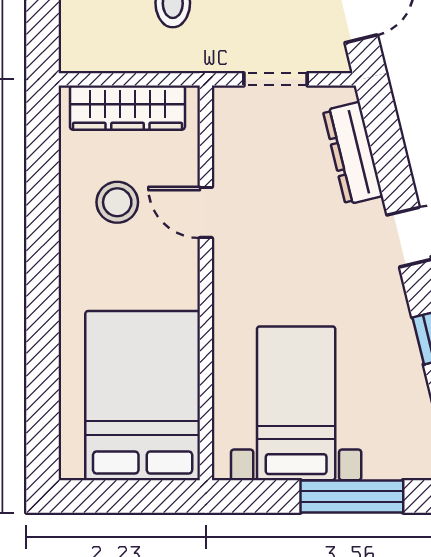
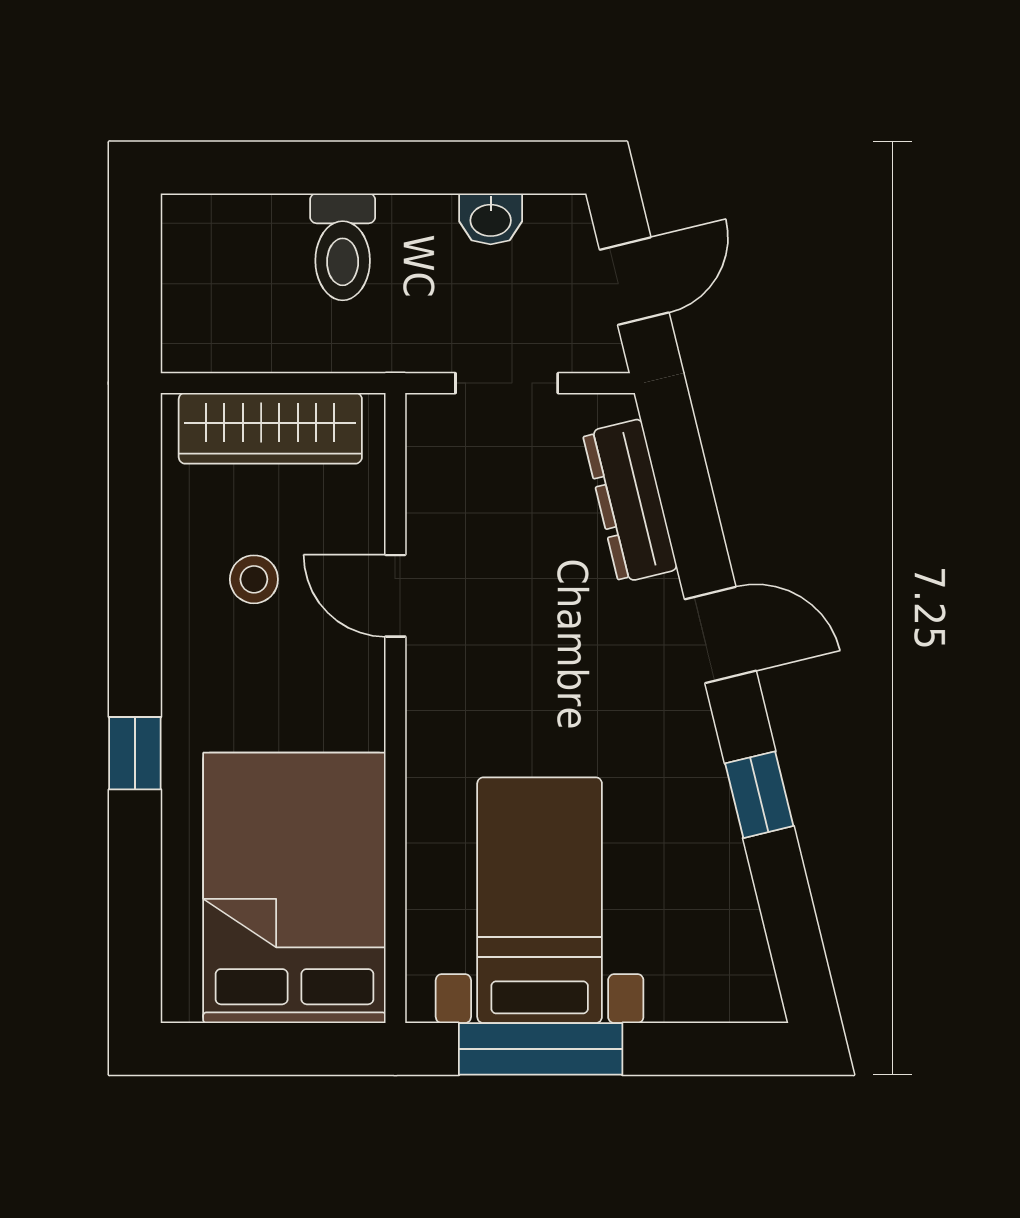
stool: (117, 202) -> (254, 579), width x0.73, depth x0.73
window: (43, 311) -> (135, 753), added
window: (352, 496) -> (541, 1049), moved

